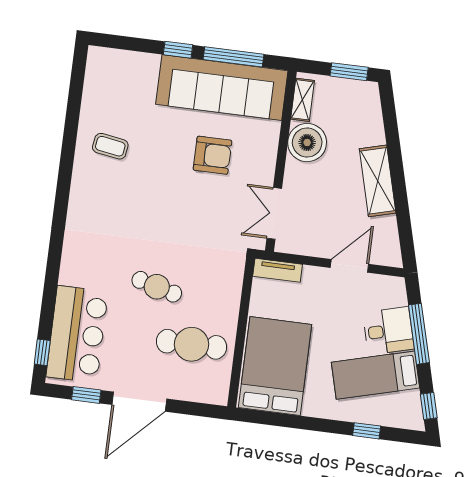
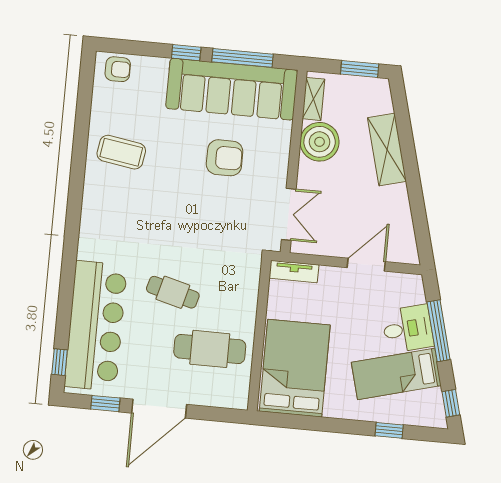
armchair: (110, 64) -> (118, 69), added
coffee table: (110, 146) -> (121, 152), width x1.36, depth x1.30
shelving: (378, 181) -> (387, 149), moved
double door: (274, 213) -> (289, 214), swing flipped
bar counter: (77, 334) -> (96, 326), width x1.36

